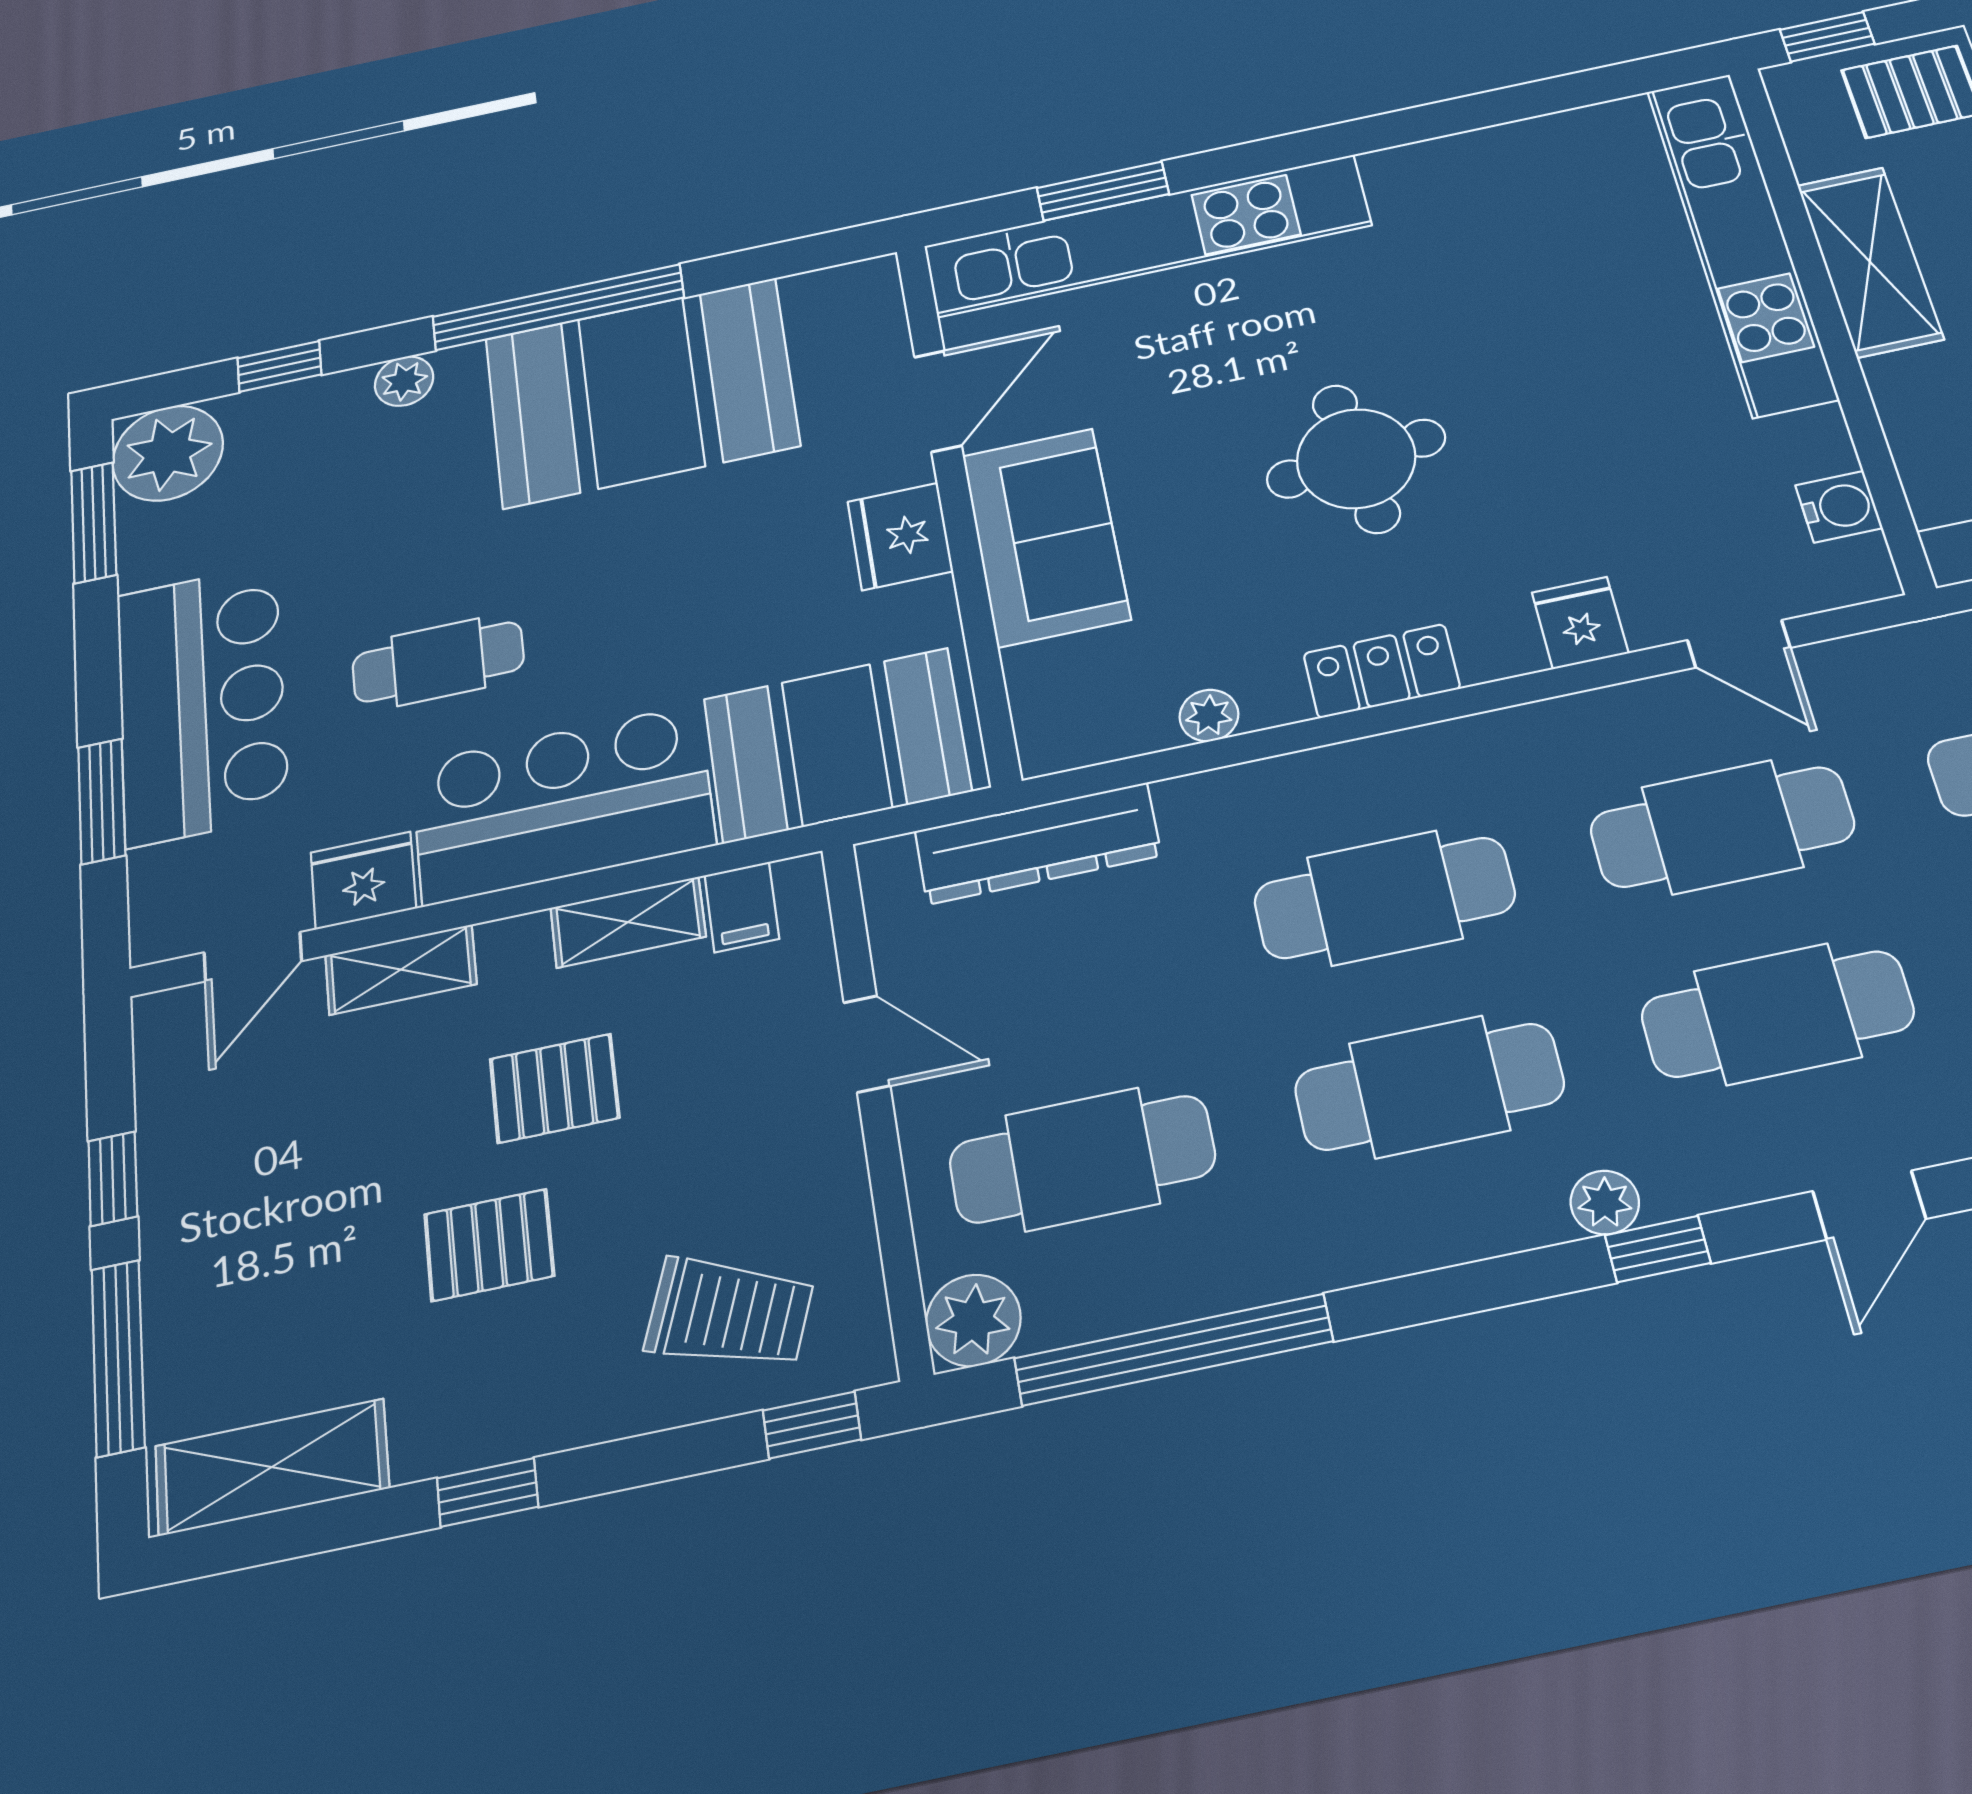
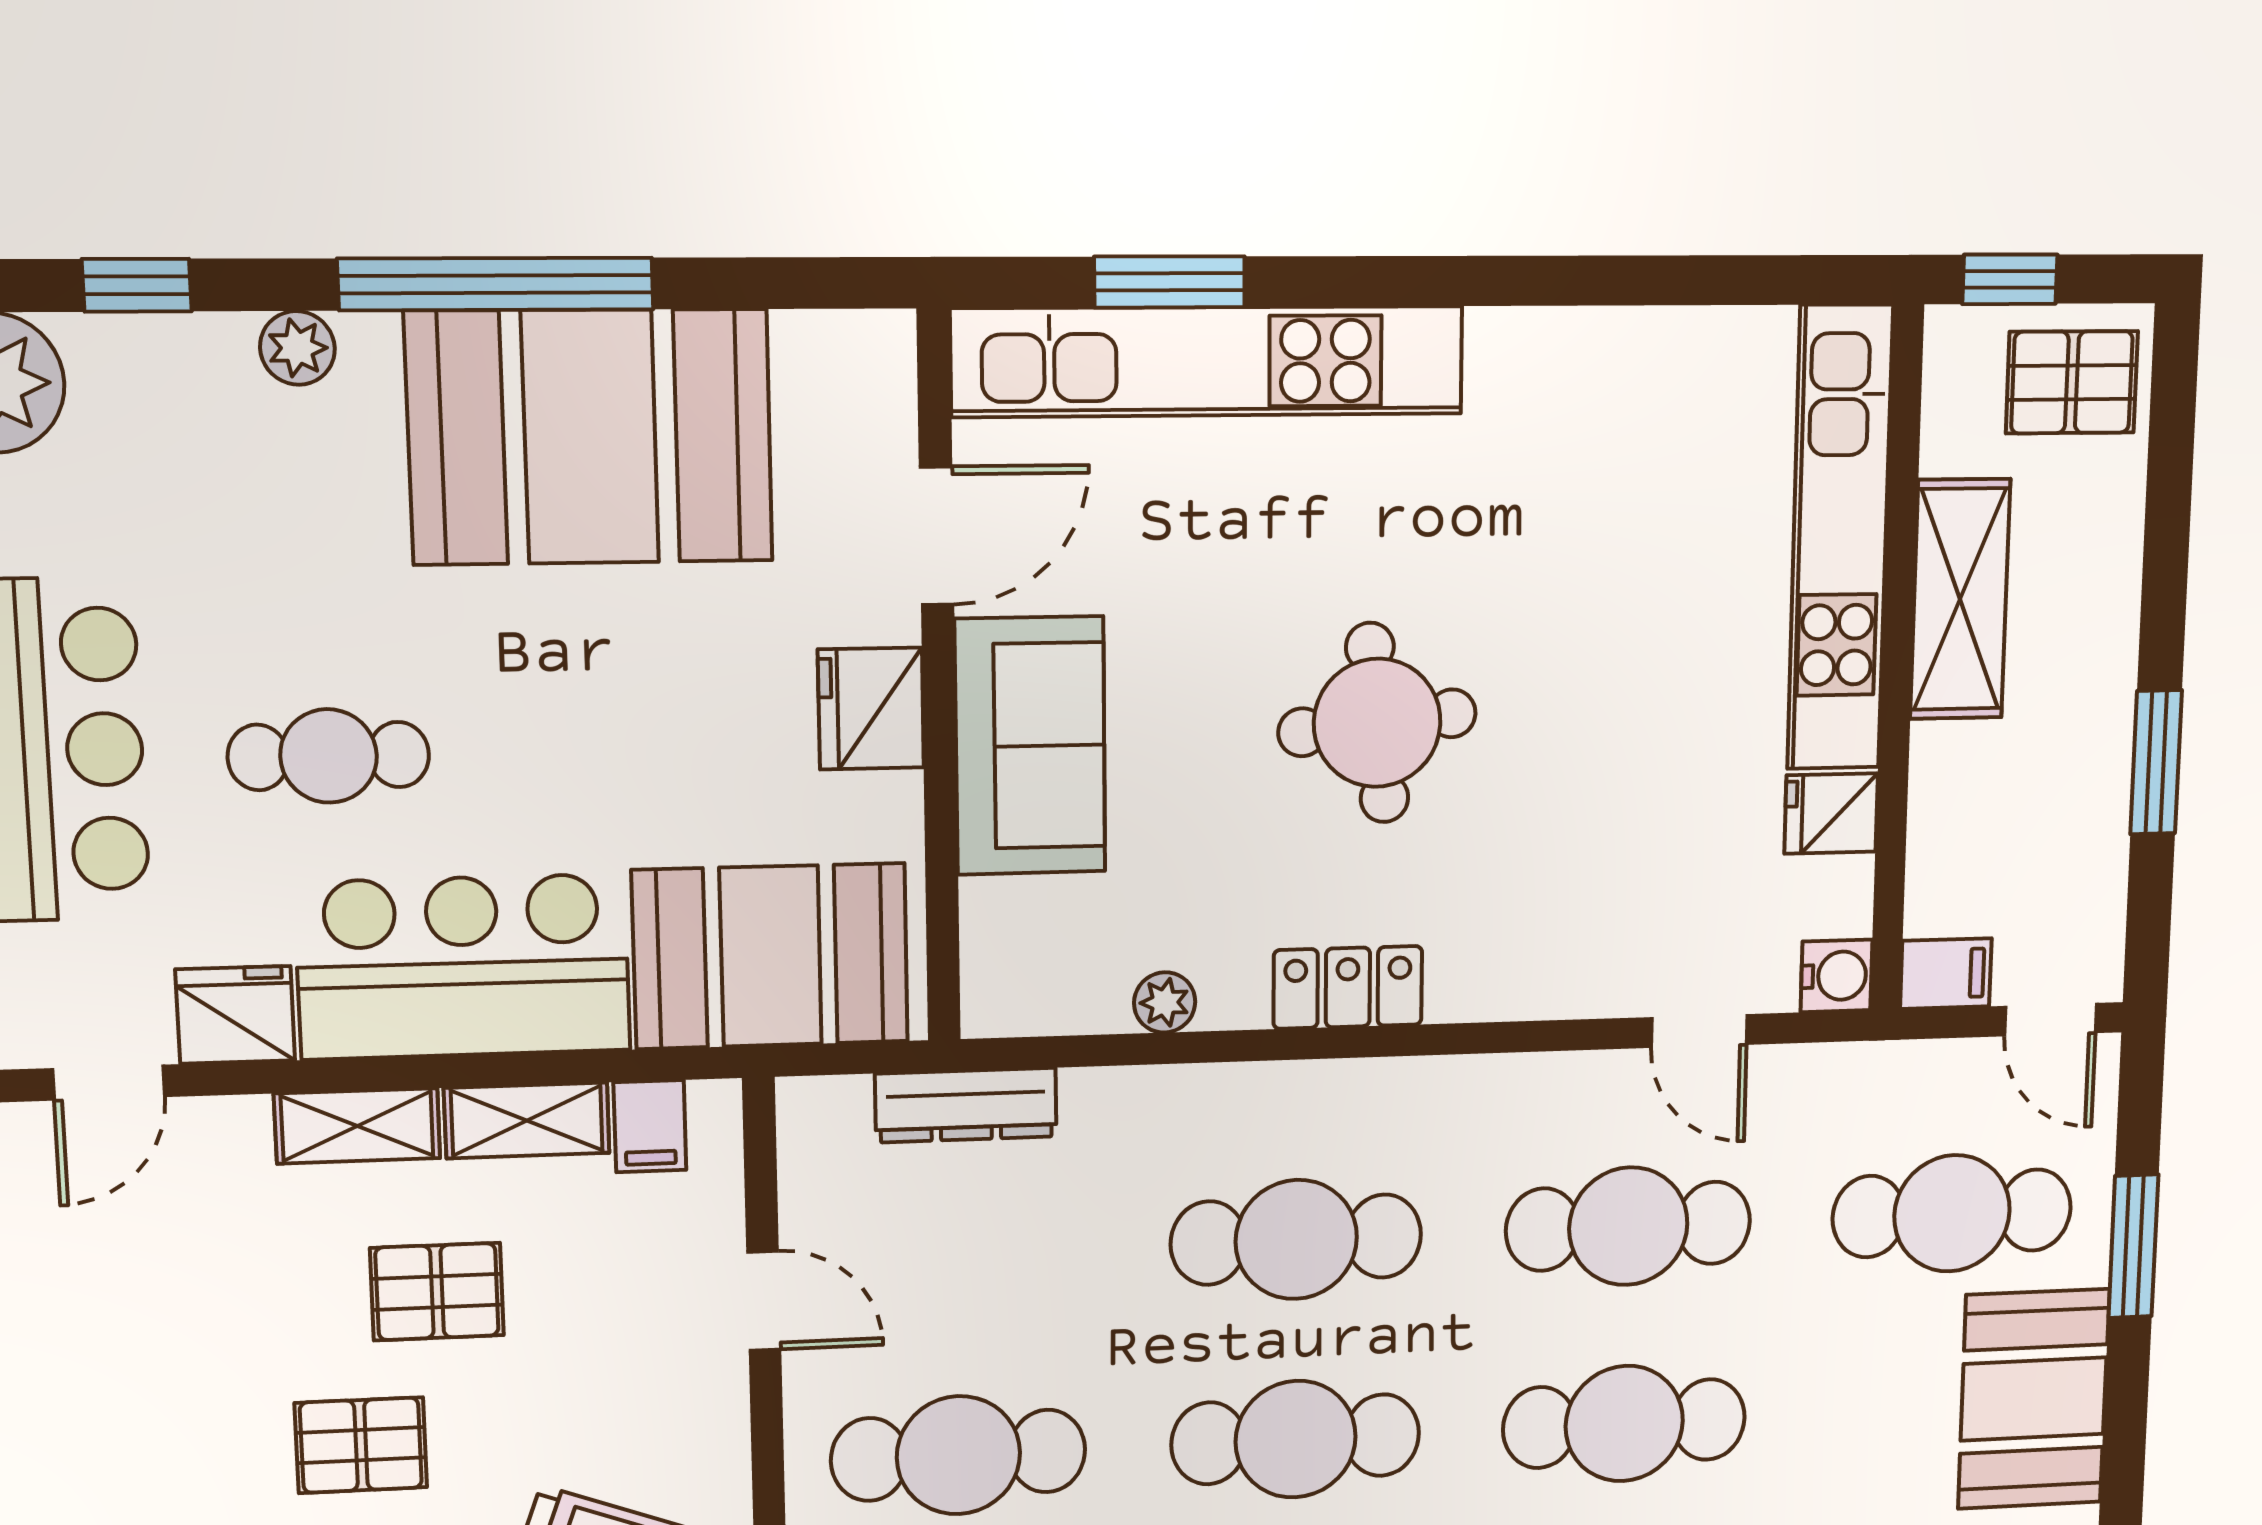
water cooler: (1839, 507) -> (1836, 976), moved
fridge: (1580, 623) -> (1831, 814), moved, turned -90
dresser: (1038, 843) -> (966, 1105), width x0.73, depth x0.80
shelving: (401, 970) -> (357, 1126), moved

